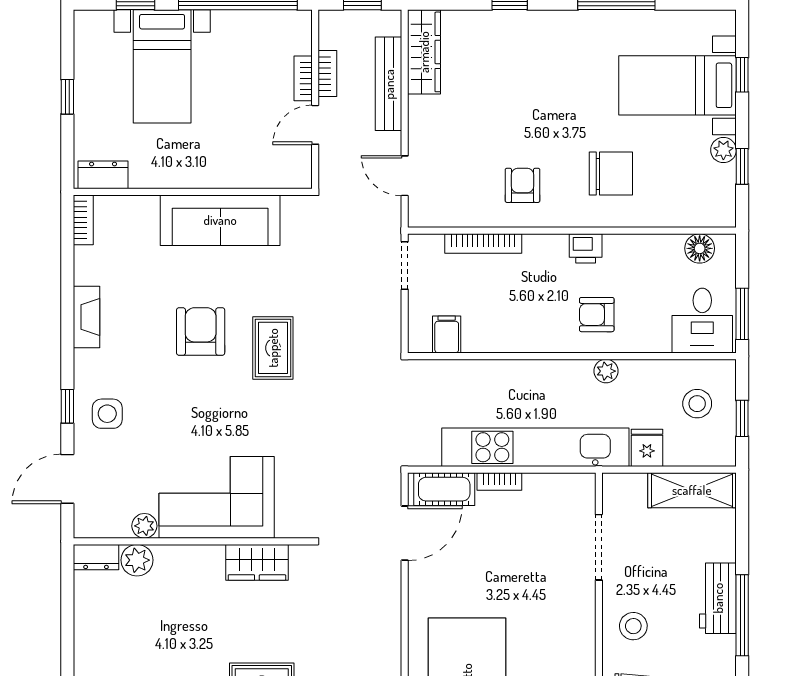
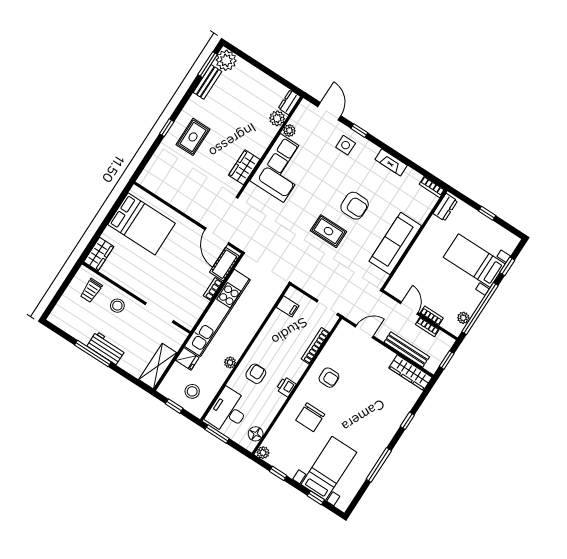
plant: (272, 22) -> (463, 318), added
plant: (723, 150) -> (263, 453), moved
desk: (702, 321) -> (228, 411), width x1.37

